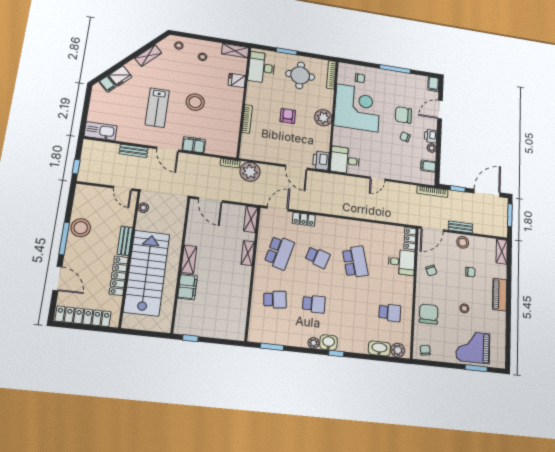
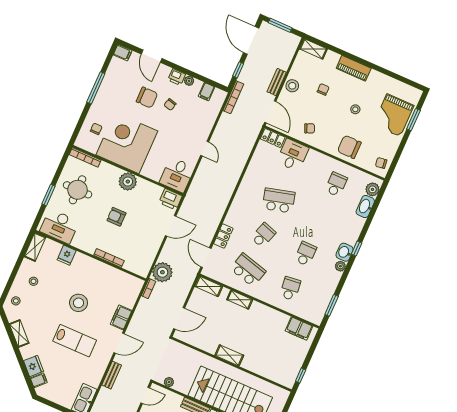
chair: (403, 115) -> (147, 97), turned -90
filing cabinet: (187, 287) -> (299, 329), moved, turned 180

